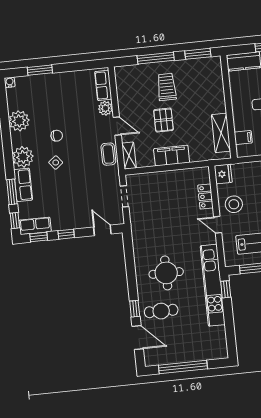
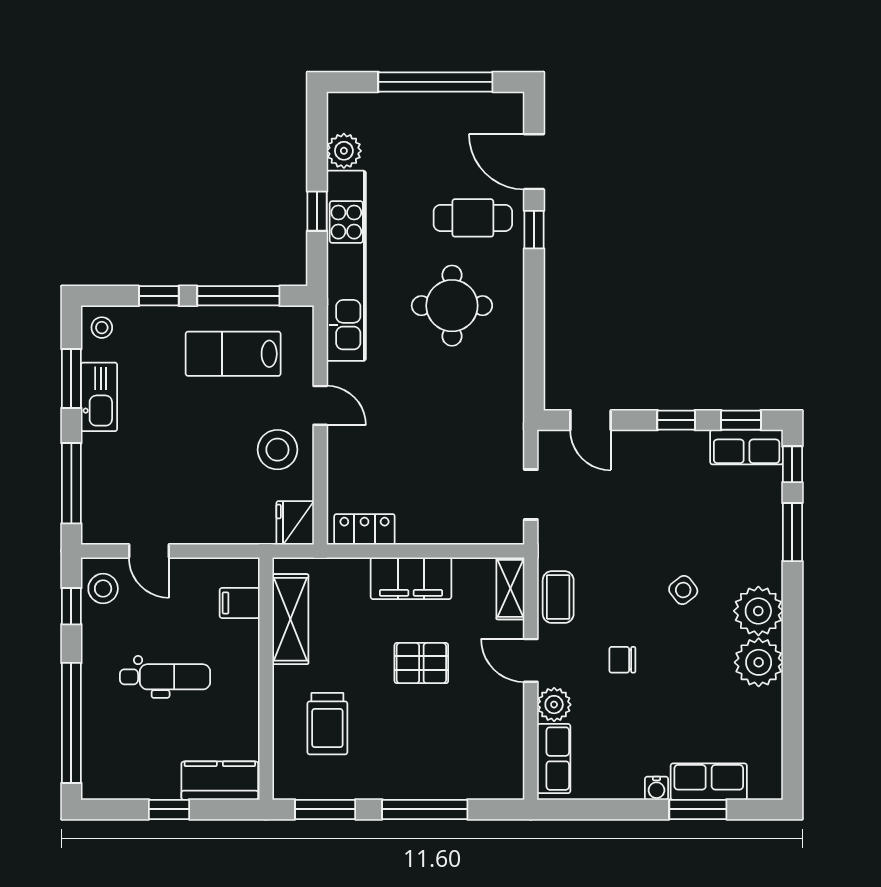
water cooler: (10, 82) -> (656, 788), moved
trolley: (167, 87) -> (327, 724), moved
pallet: (163, 120) -> (421, 663), turned 90
plant: (19, 121) -> (759, 662), moved
chair: (57, 136) -> (622, 660), moved
row of seats: (23, 185) -> (709, 782), moved, turned 90
locker: (205, 197) -> (364, 529), moved, turned -90
window: (226, 289) -> (317, 211), moved
plant: (219, 334) -> (344, 151), added

